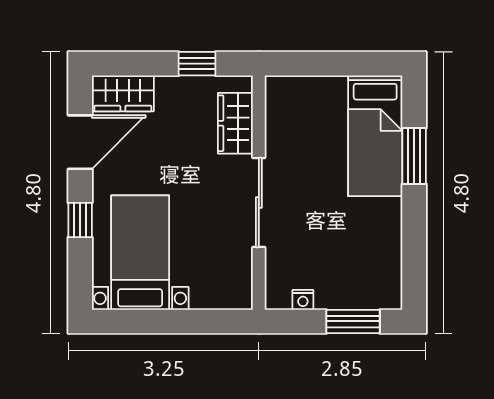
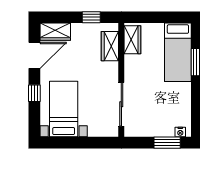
wardrobe: (282, 110) -> (132, 40), added
sliding door: (259, 203) -> (121, 104), moved
nightstand: (303, 300) -> (180, 132), moved

